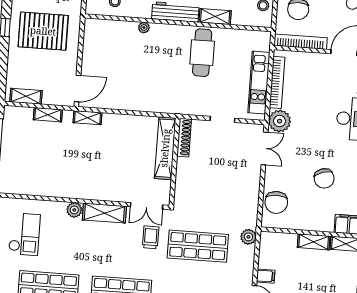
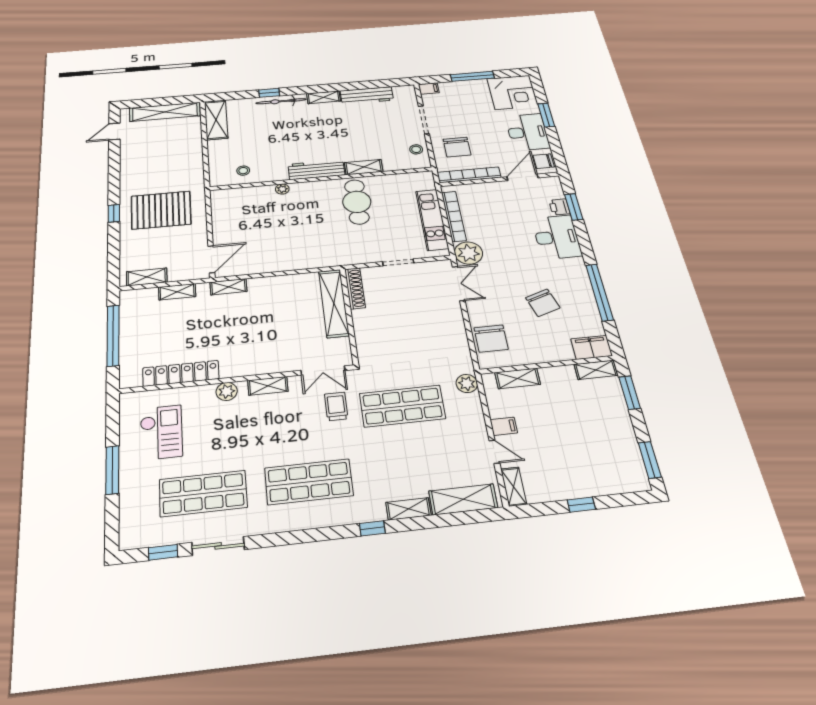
locker: (43, 188) -> (181, 373), added
shelving: (104, 213) -> (268, 386), width x0.67, depth x0.75
shelving: (314, 242) -> (518, 378), moved

